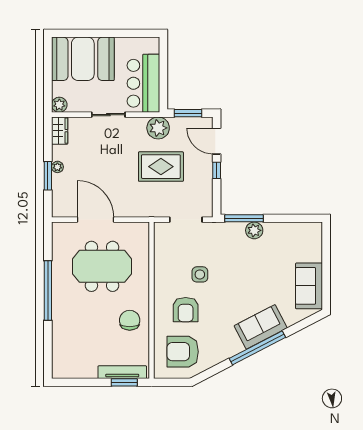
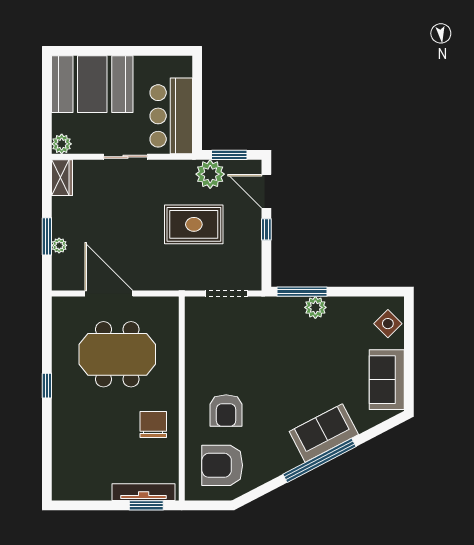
plant: (158, 128) -> (210, 174), moved
plant: (57, 167) -> (59, 245), moved
side table: (200, 274) -> (388, 324), moved, turned 45
window: (48, 290) -> (47, 386), width x0.32

